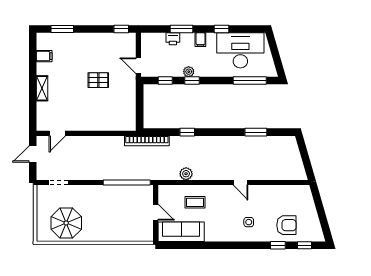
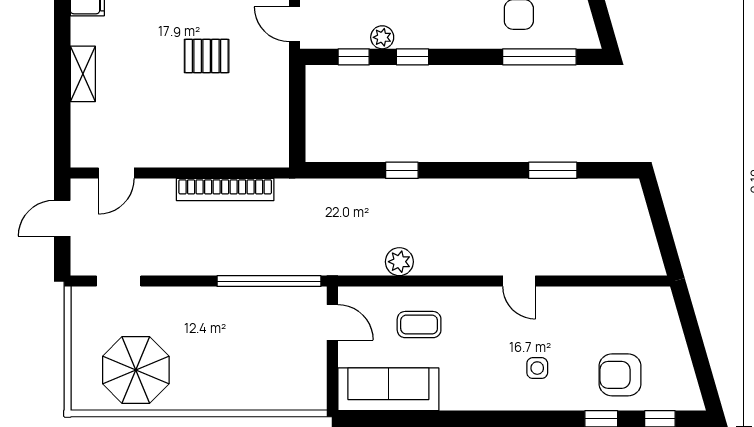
plant: (189, 72) -> (382, 37), moved
bookcase: (147, 141) -> (225, 190), moved
door: (156, 212) -> (332, 322), moved
armchair: (286, 225) -> (620, 375), turned 180

